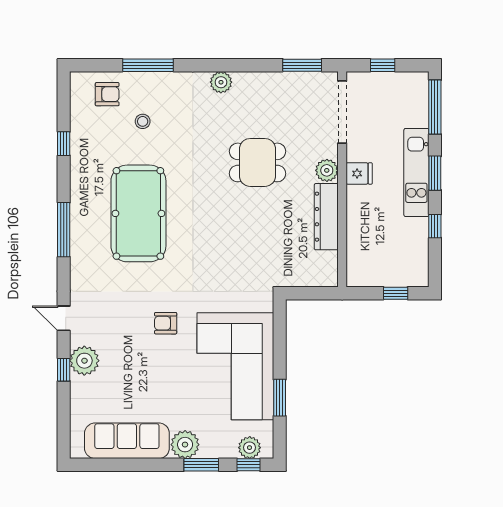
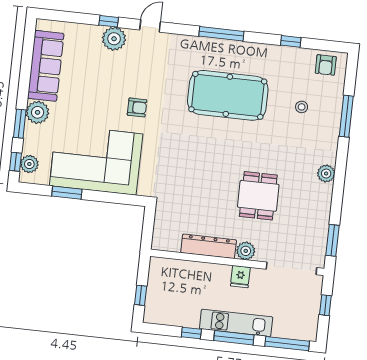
armchair: (107, 94) -> (326, 65), moved
window: (435, 173) -> (234, 338), width x1.44
armchair: (166, 323) -> (137, 107), turned 90

